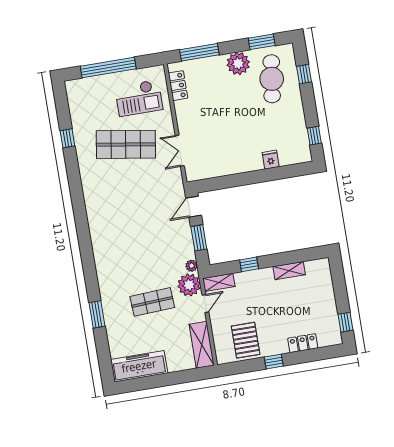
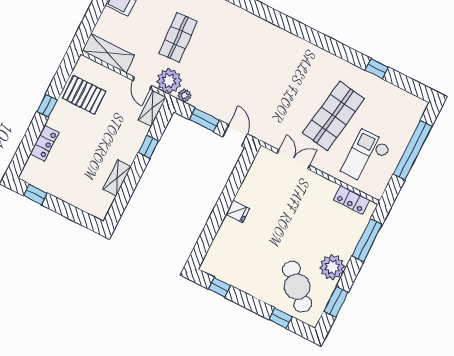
cafe table: (272, 79) -> (297, 287), turned 37
fridge: (271, 160) -> (238, 211), moved

